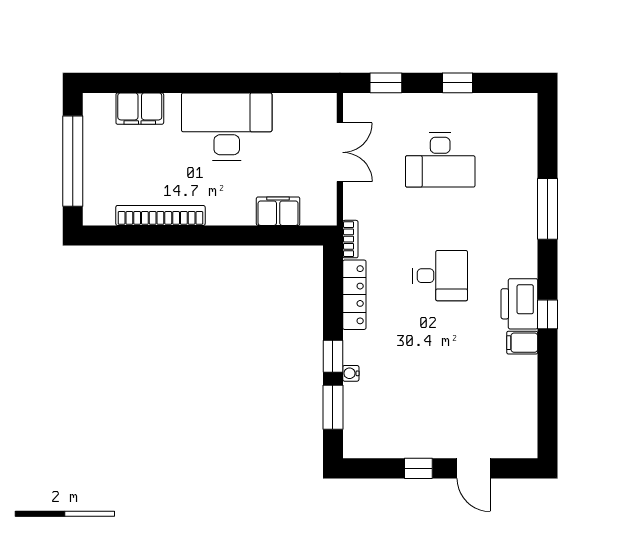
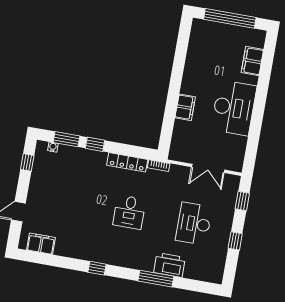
filing cabinet: (278, 211) -> (185, 107), moved
bookcase: (160, 215) -> (191, 62), removed
printer: (519, 304) -> (169, 265), moved
filing cabinet: (522, 343) -> (41, 244), moved, width x2.00
water cooler: (351, 373) -> (53, 147), moved
window: (418, 468) -> (27, 162), moved

